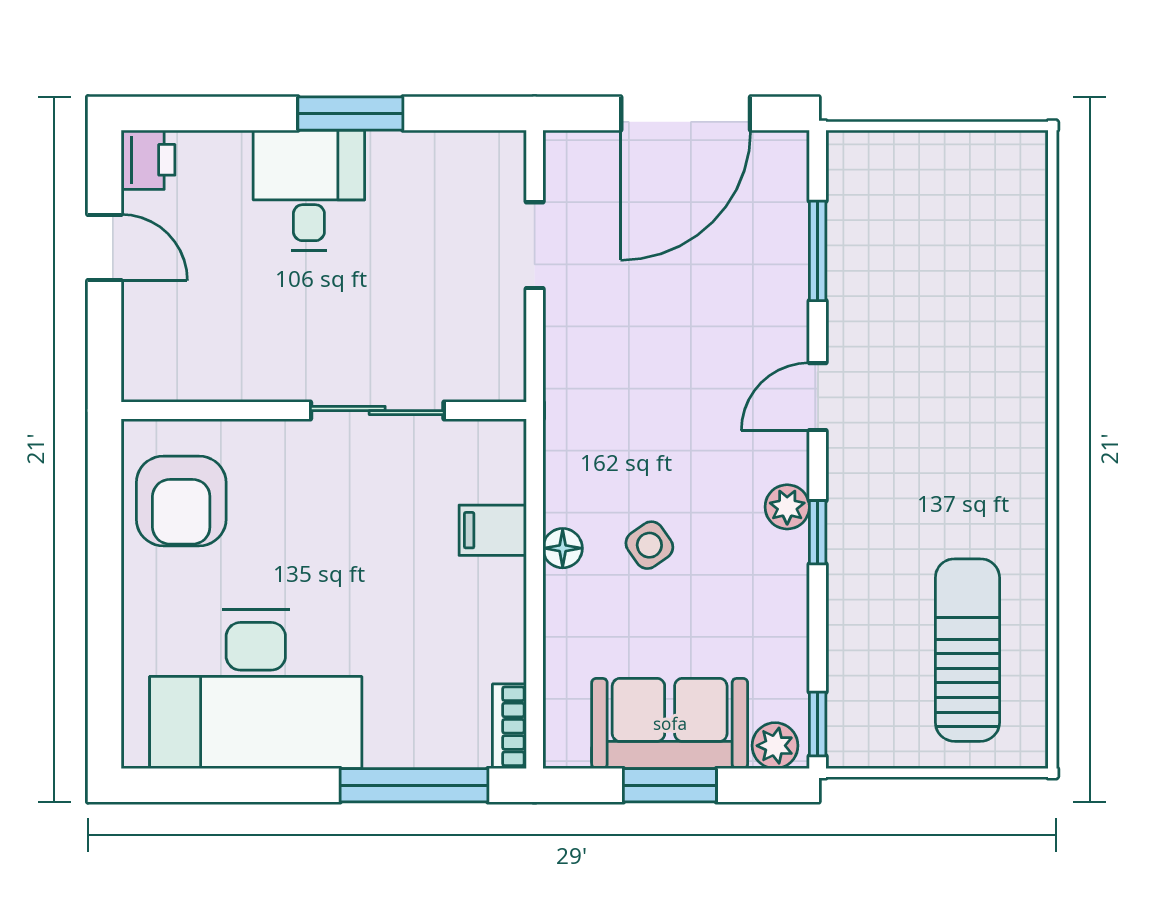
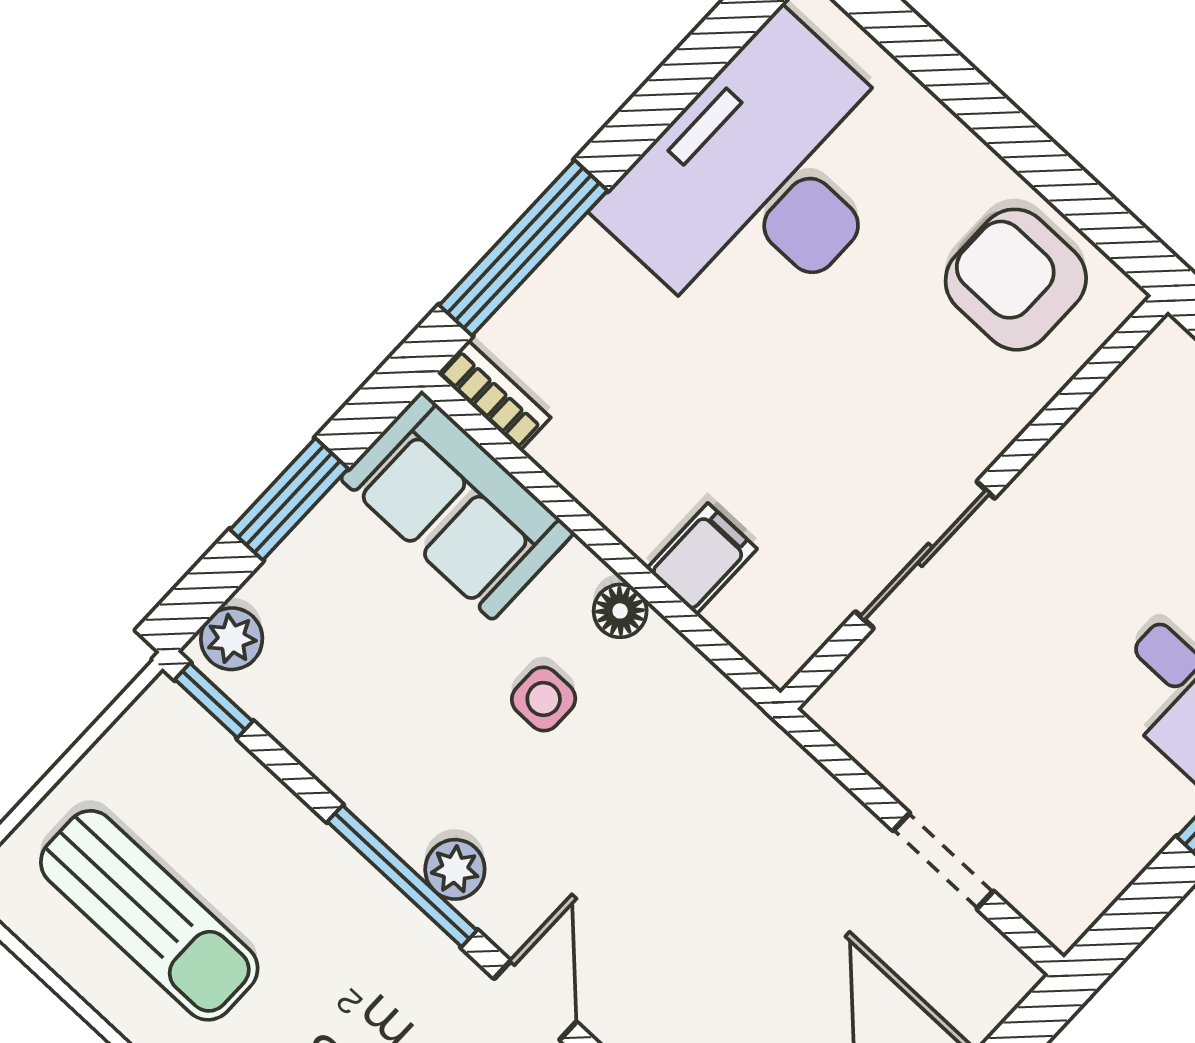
window: (818, 532) -> (402, 876), width x2.17
side table: (649, 545) -> (544, 699), turned 35
sofa: (670, 723) -> (457, 506), moved, turned 90

